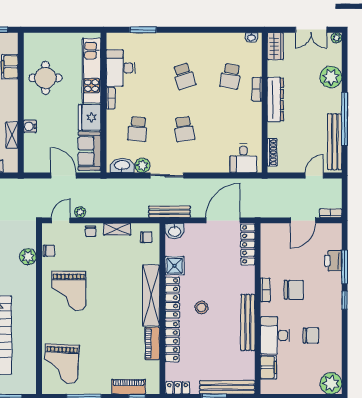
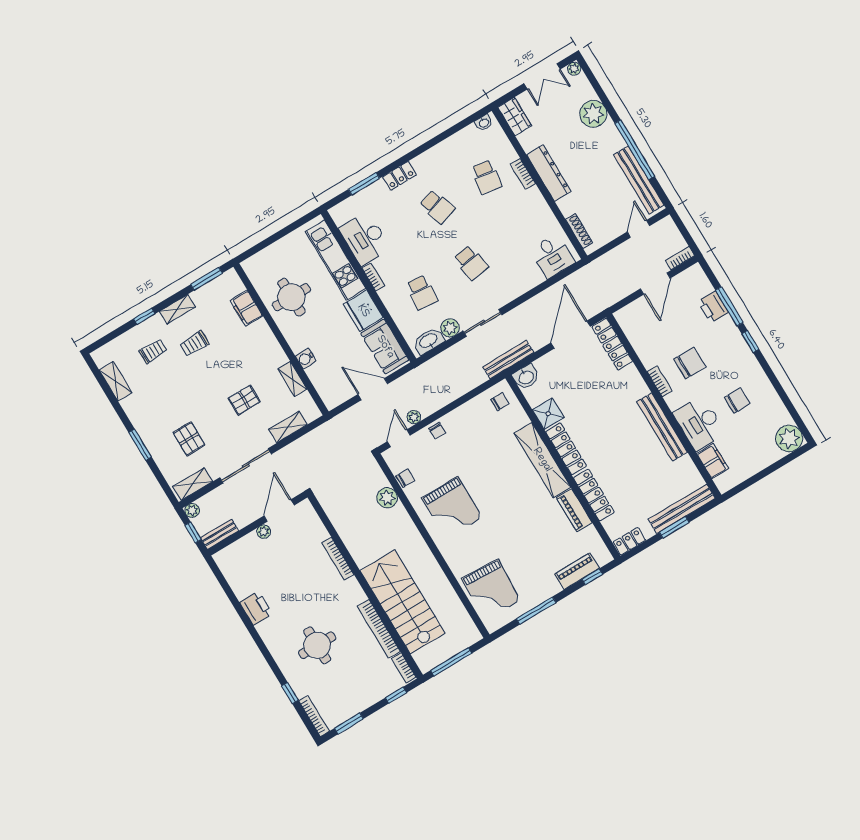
locker: (171, 39) -> (399, 176), added
shelving: (117, 229) -> (464, 412), removed
stool: (201, 307) -> (603, 441), removed

